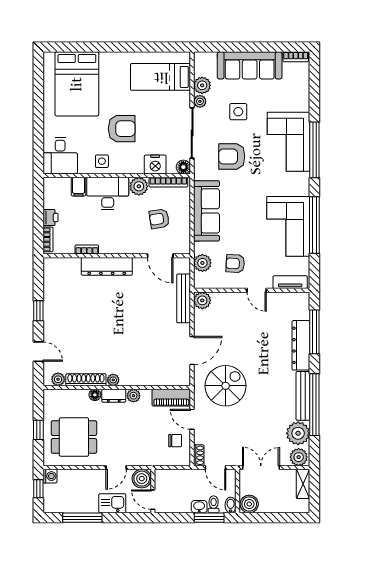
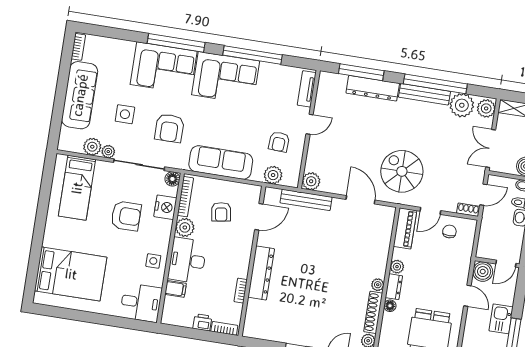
armchair: (122, 129) -> (126, 216), moved, turned 90
corner sofa: (288, 226) -> (226, 78), moved
kitchen sink: (112, 503) -> (501, 319), moved

